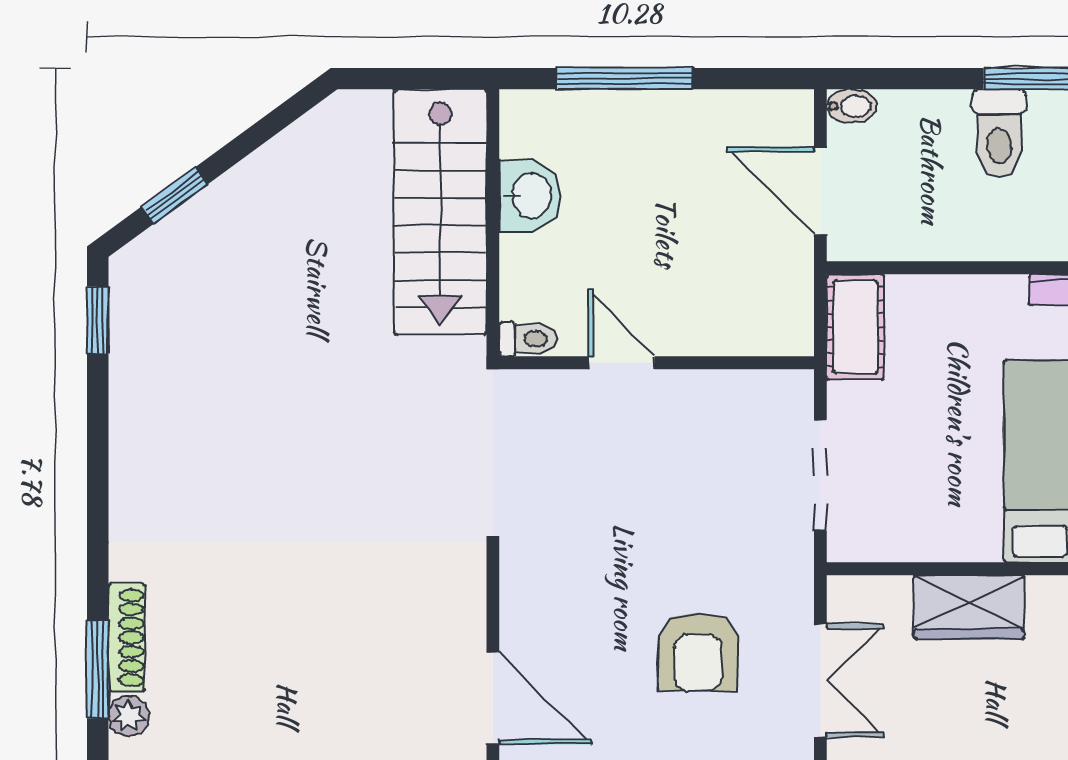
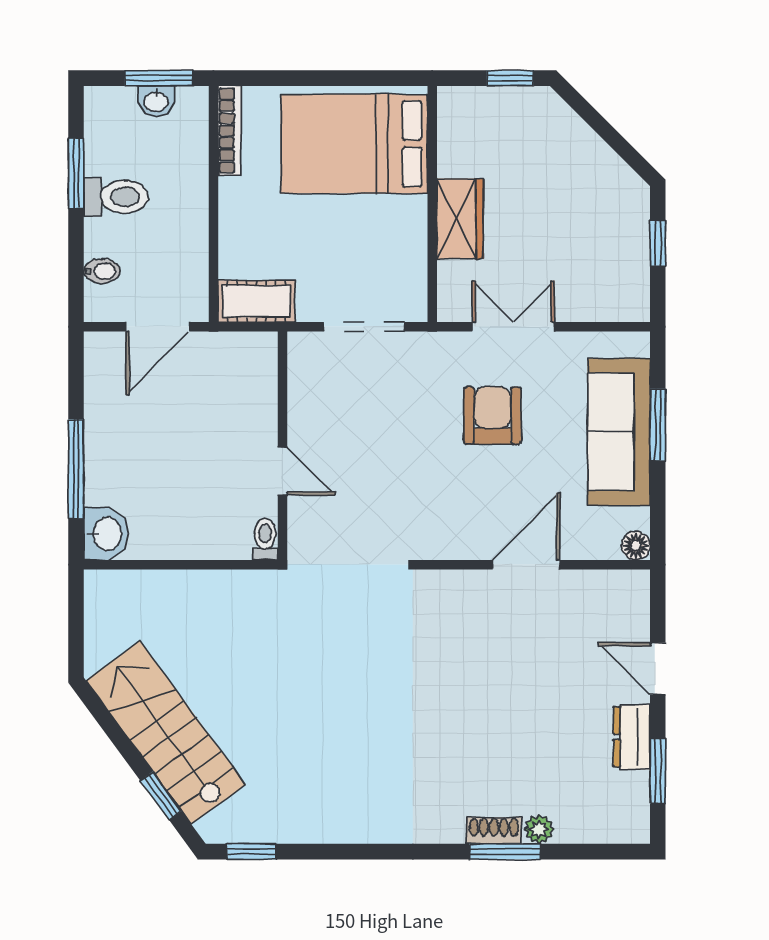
bidet: (852, 106) -> (102, 271), moved, turned 90
washbasin: (530, 196) -> (106, 534), moved, turned 90
stairs: (440, 212) -> (166, 733), moved, turned -126
door: (622, 363) -> (283, 471), swing flipped
shoe rack: (127, 638) -> (494, 831), width x0.70
armchair: (698, 652) -> (492, 416), turned -90

